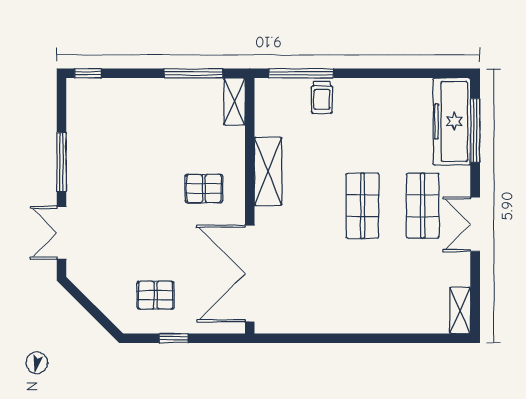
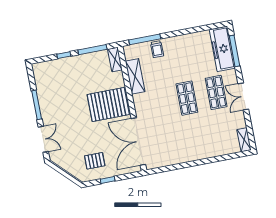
window: (88, 73) -> (64, 55), moved
shelving: (268, 171) -> (135, 76), moved
pallet: (204, 188) -> (108, 105), width x2.05, depth x2.00
double door: (61, 233) -> (43, 139), swing flipped

